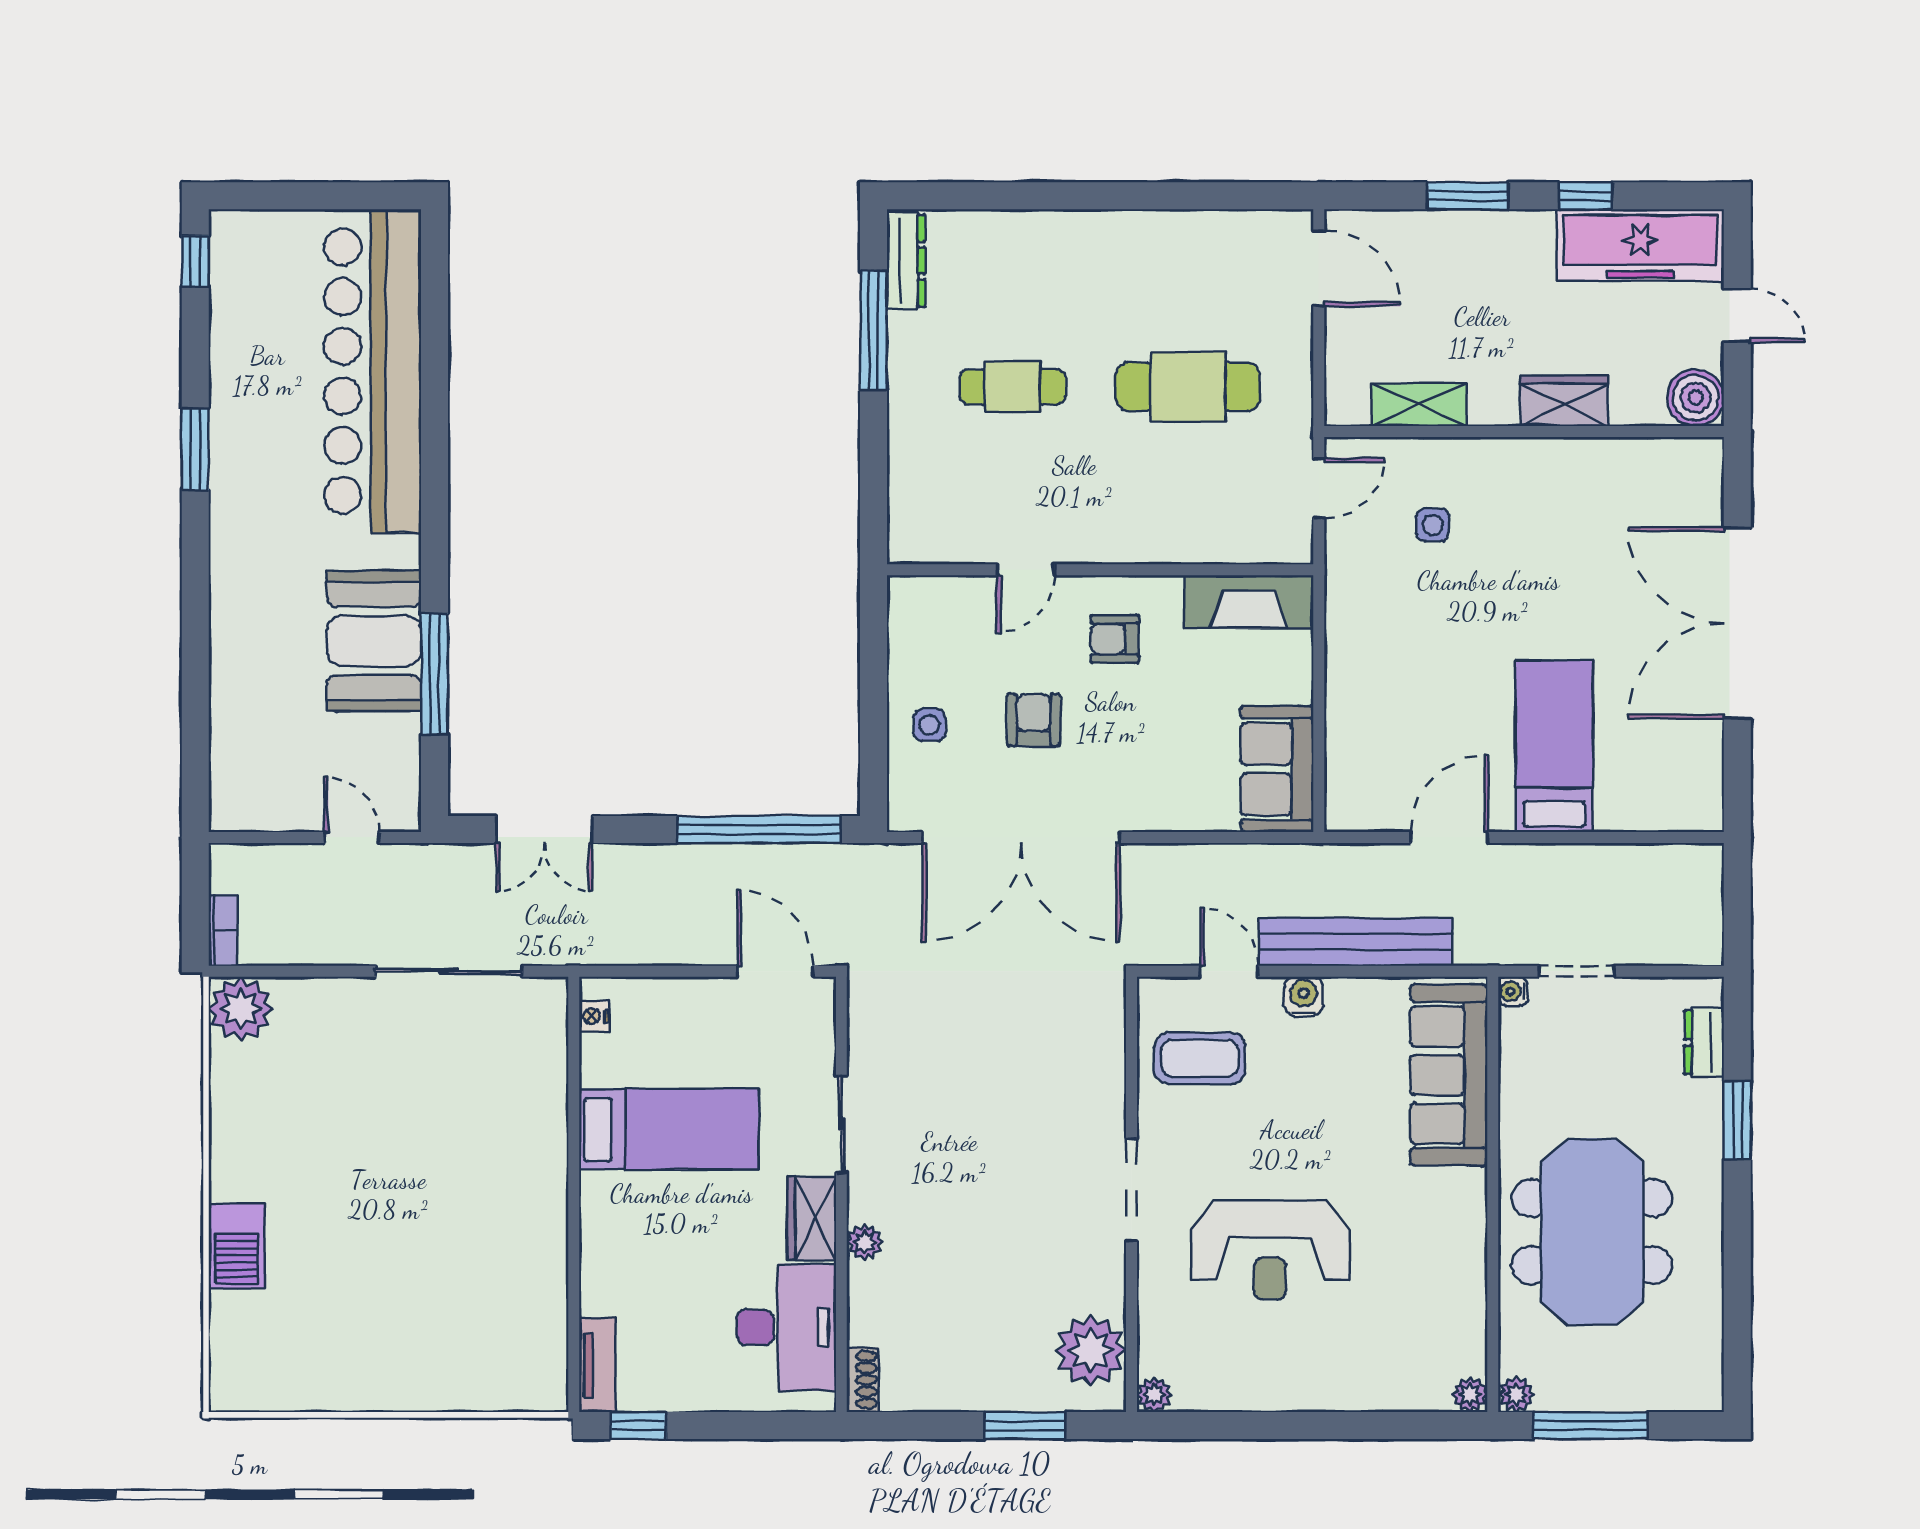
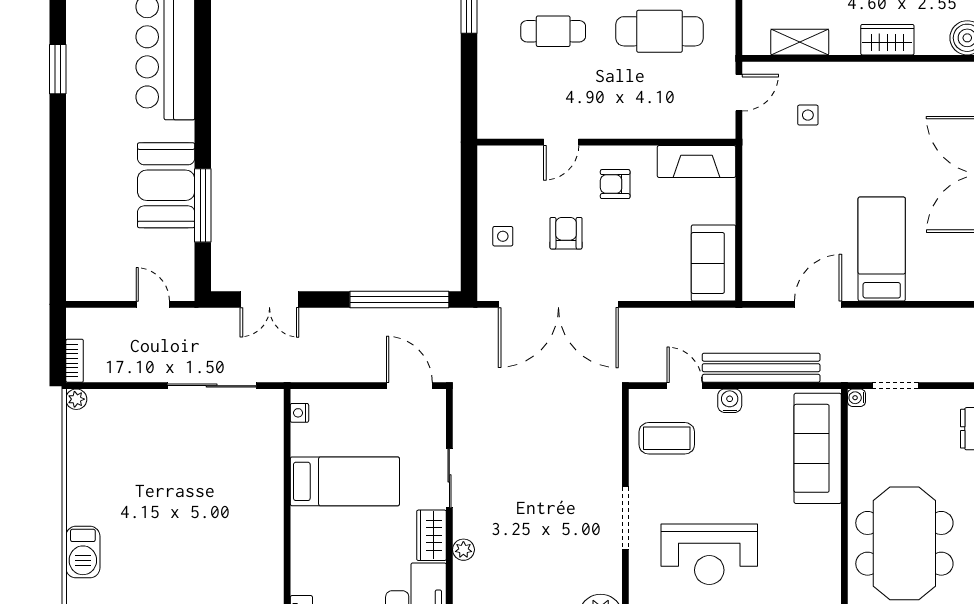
plant: (241, 1009) -> (76, 399), width x0.53, depth x0.53

